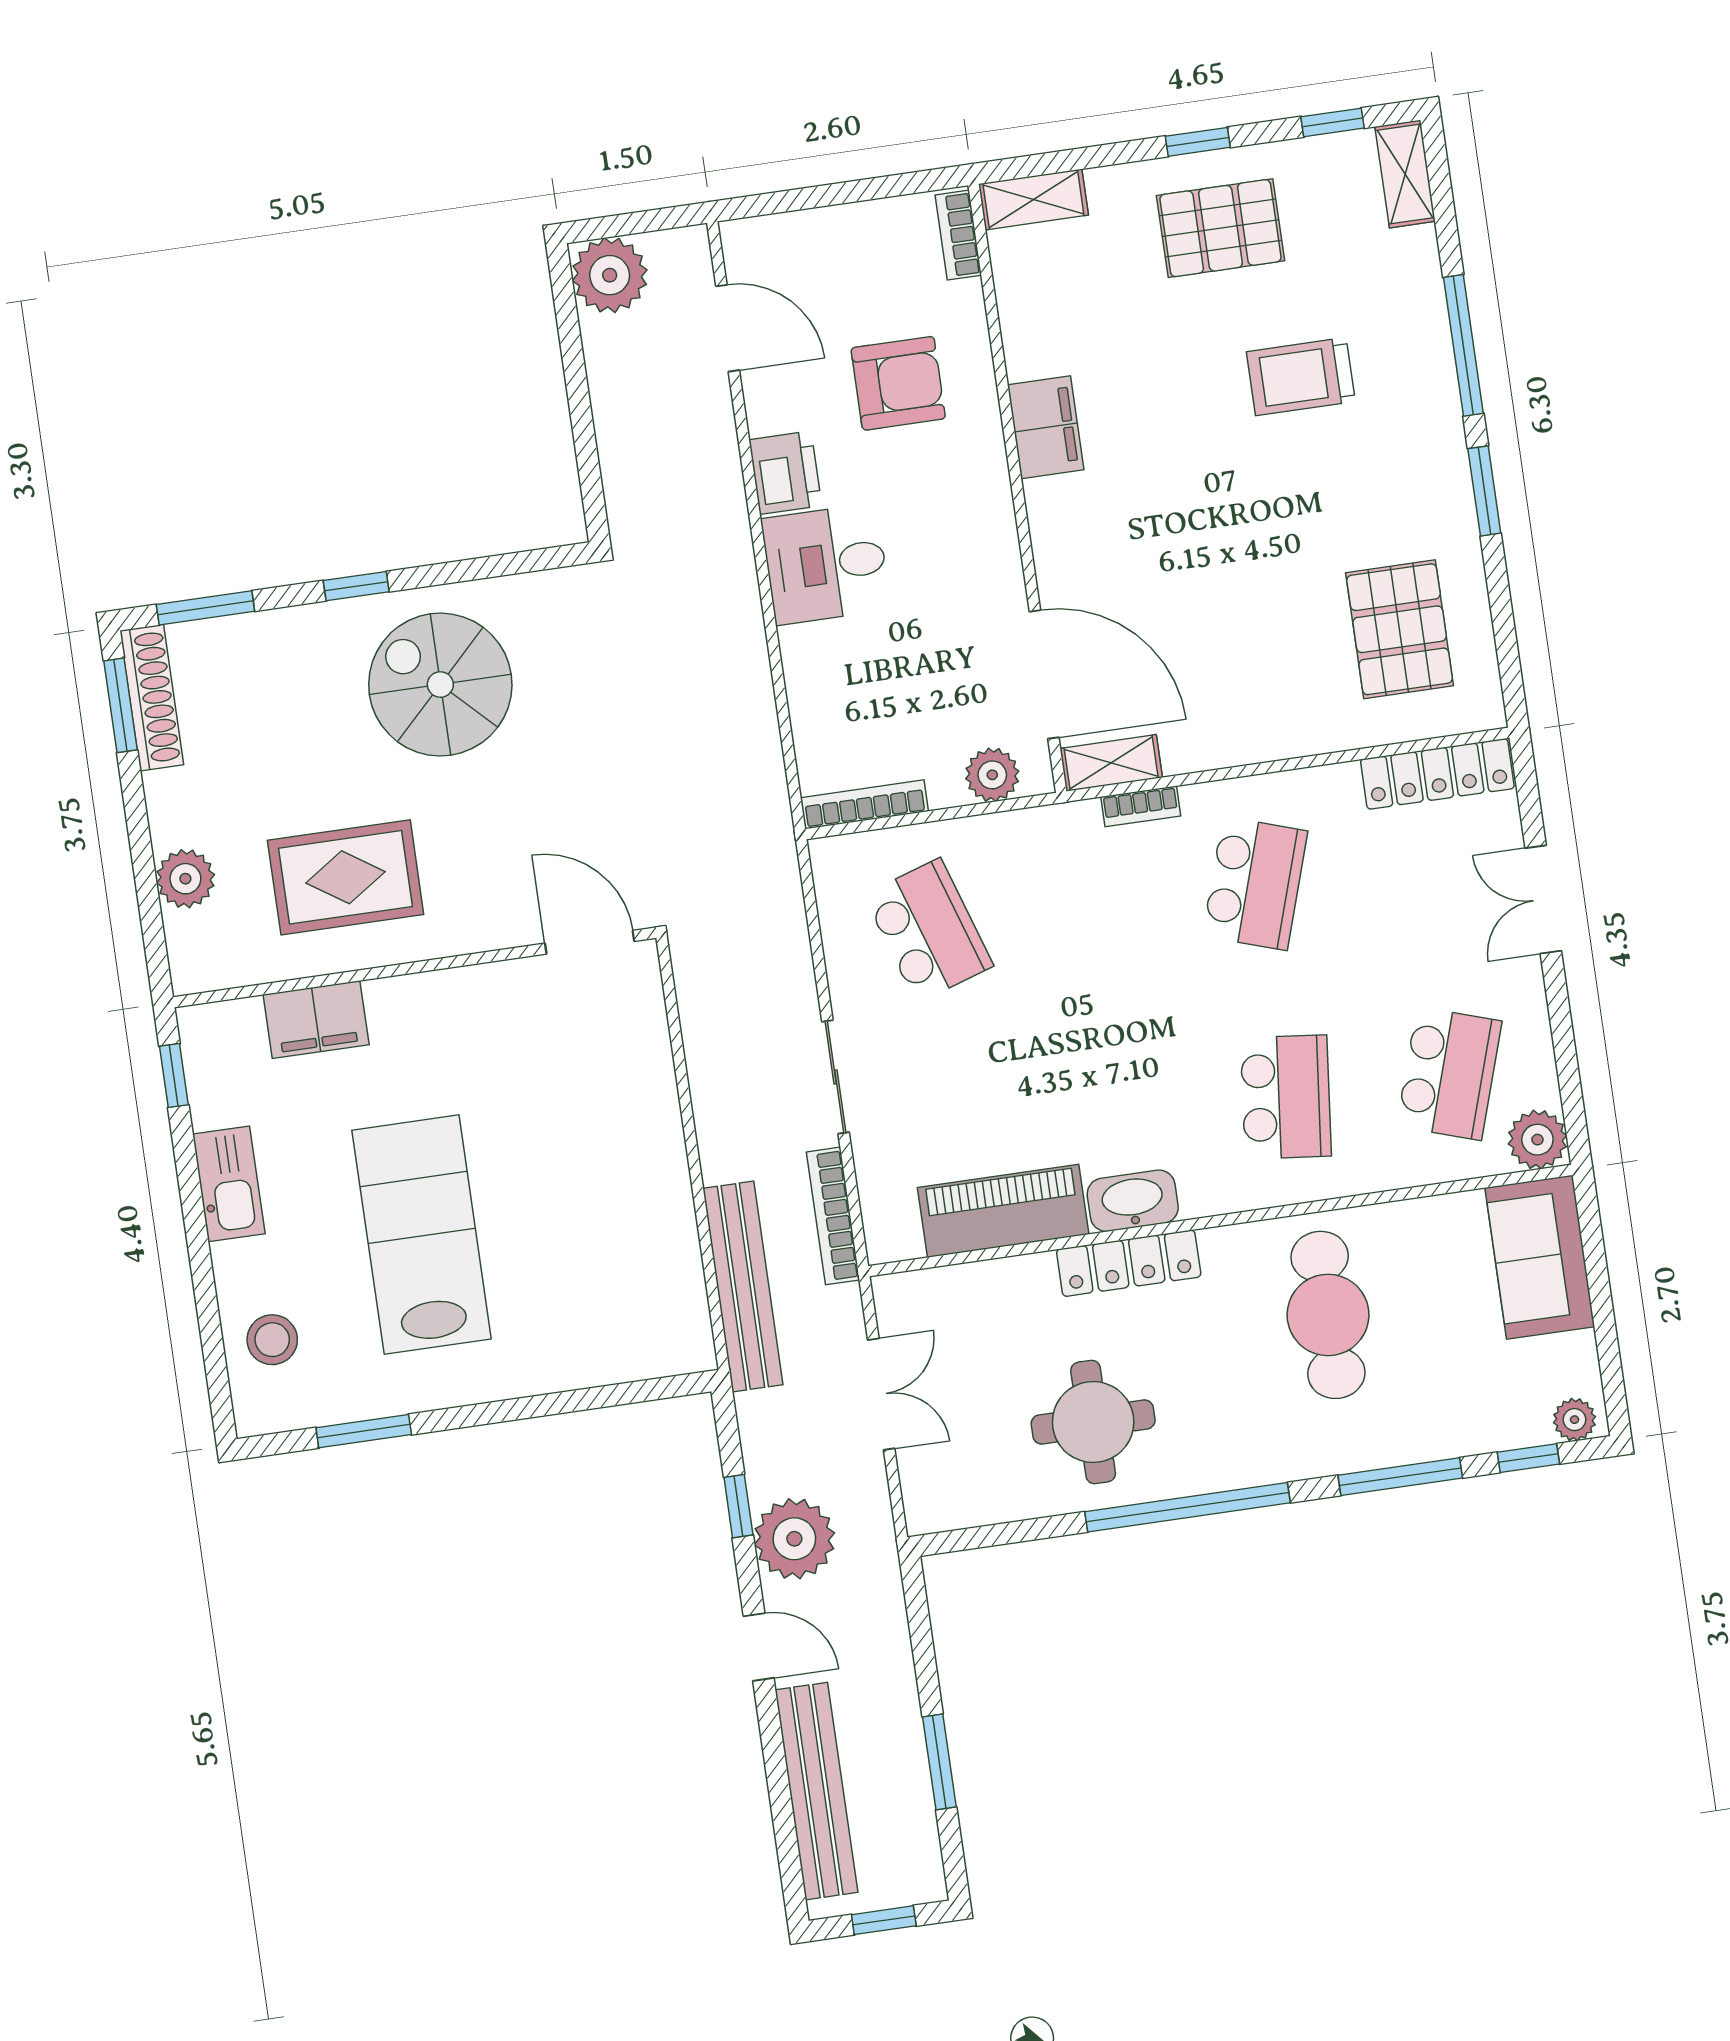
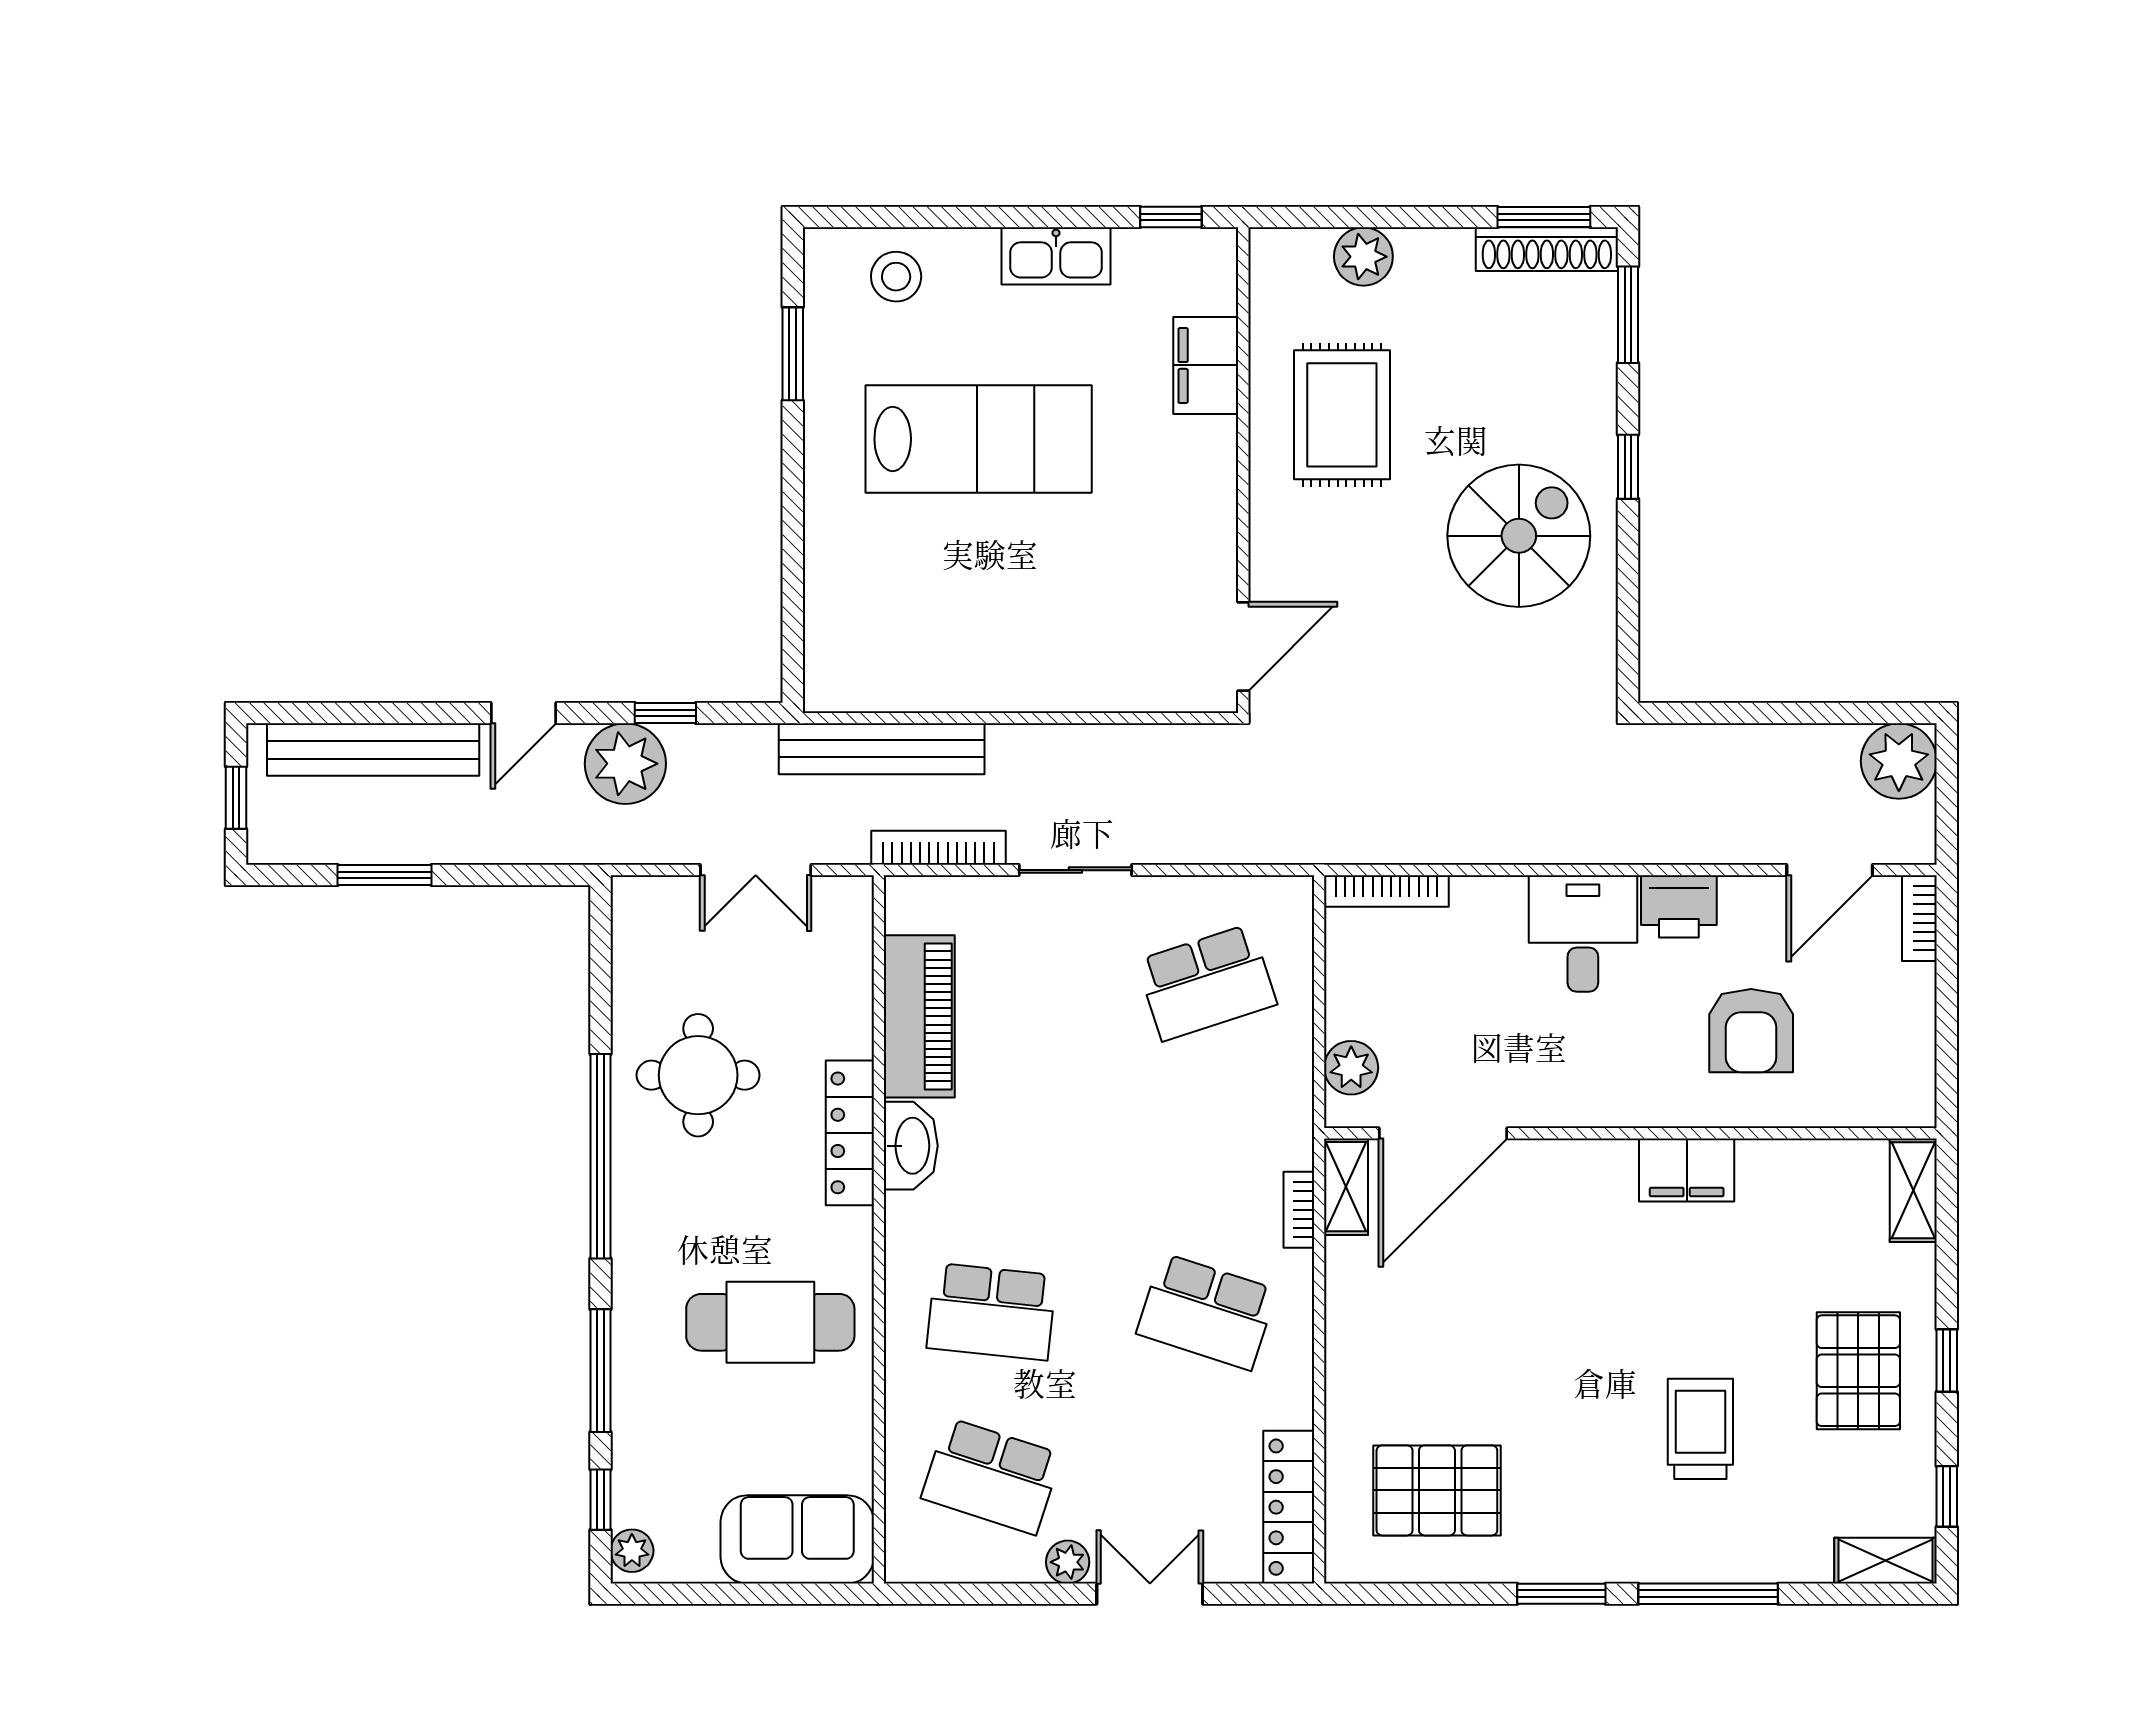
bookcase: (958, 235) -> (1919, 918), moved, turned -90
bookcase: (864, 804) -> (1386, 891), moved, turned 90
plant: (1537, 1140) -> (1068, 1562), moved, width x0.73, depth x0.73

